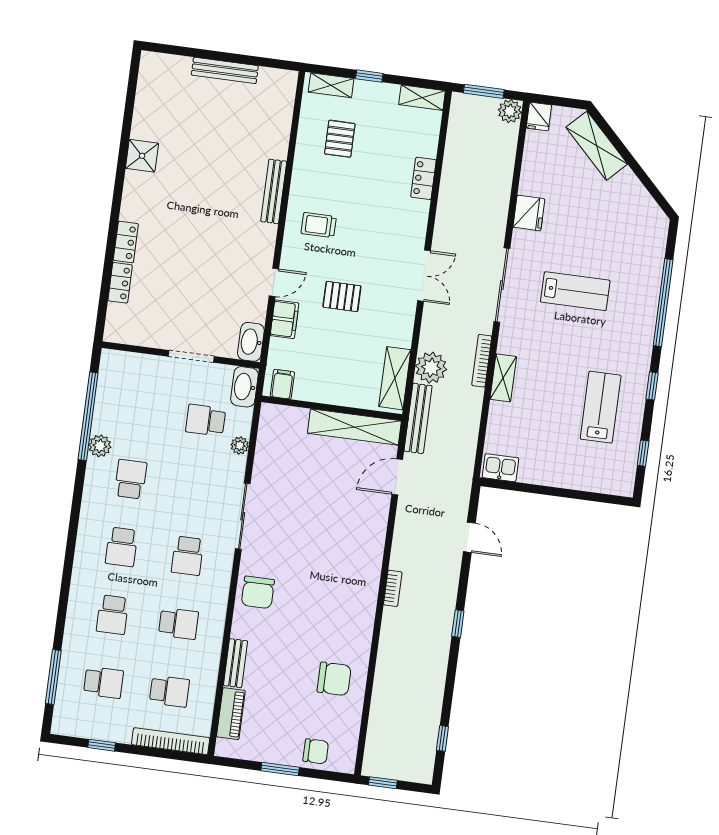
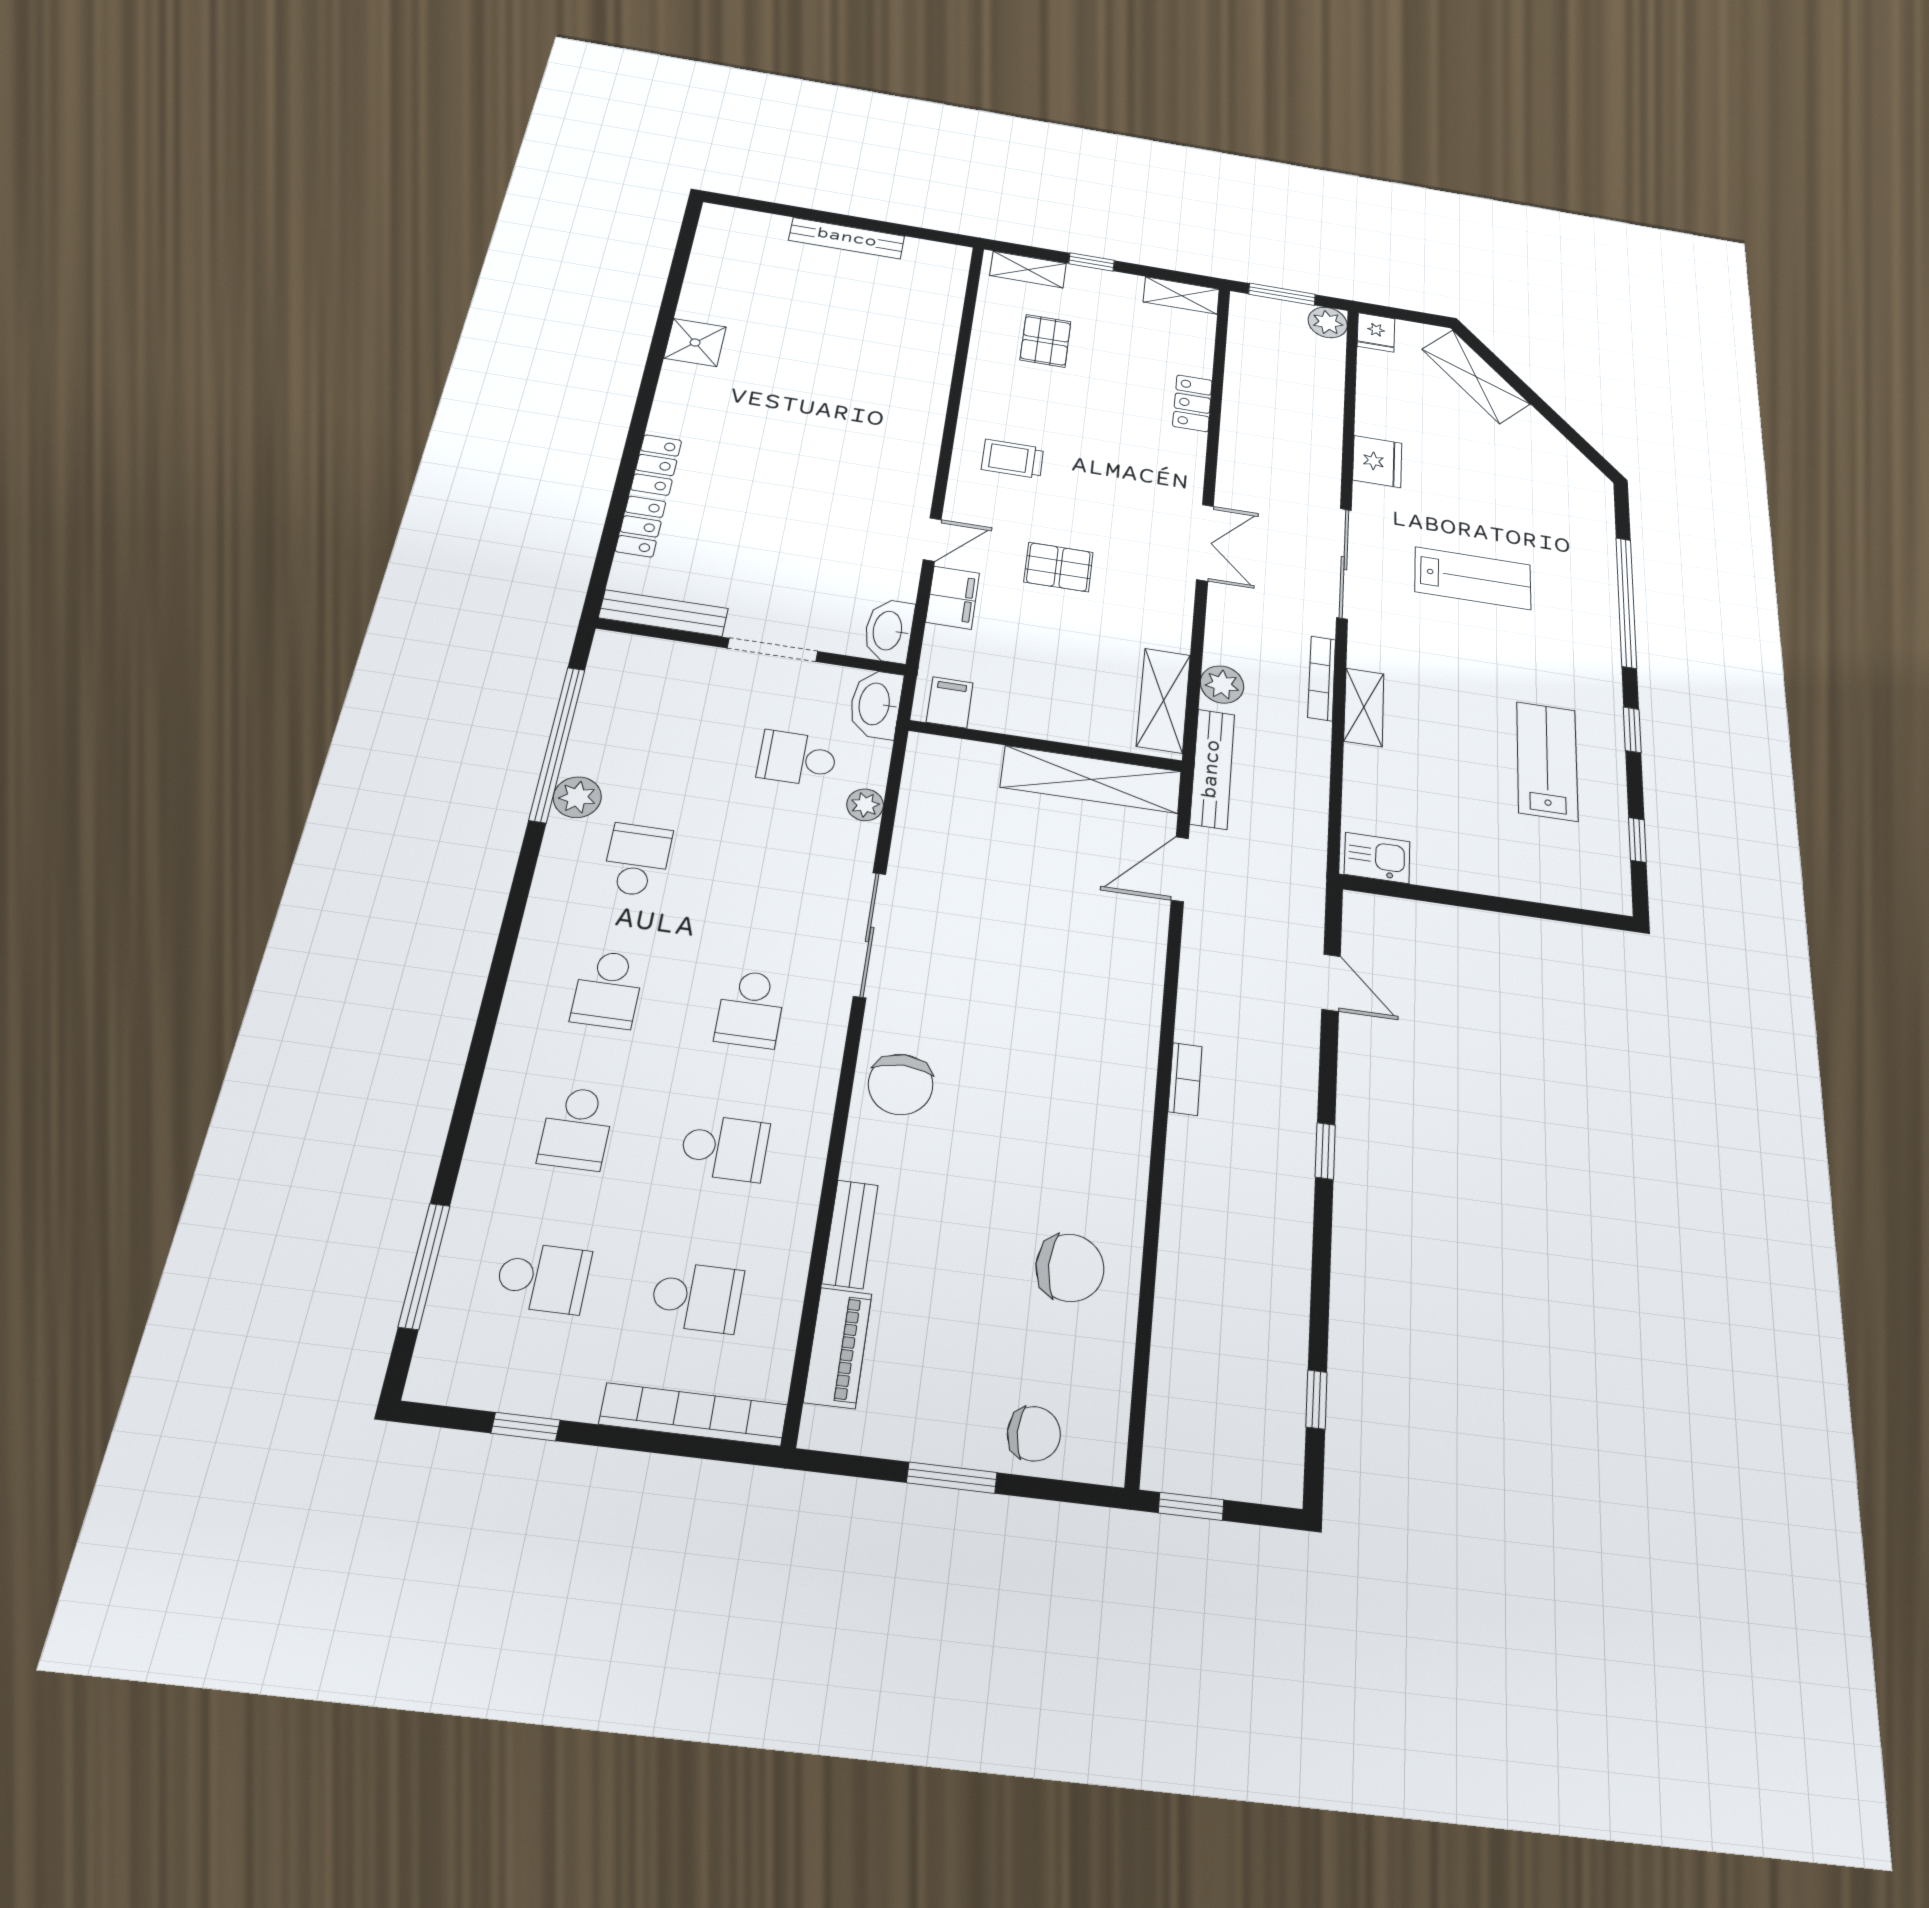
bench: (274, 191) -> (664, 613), moved, turned 90
plant: (431, 368) -> (1222, 685), width x0.73, depth x0.73

